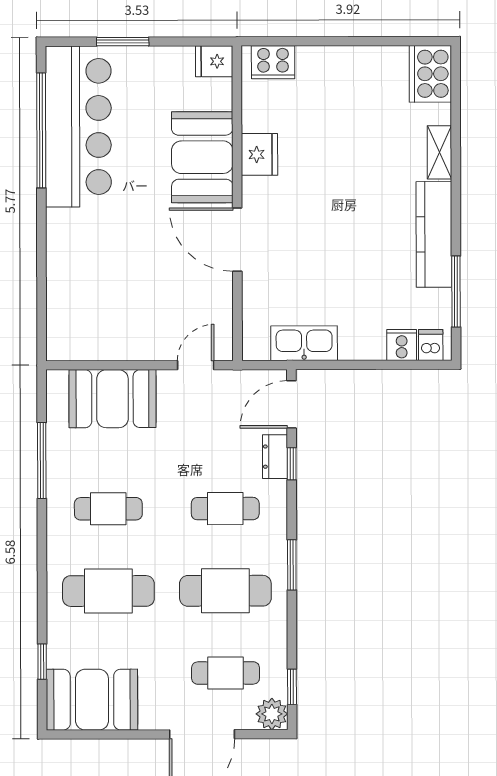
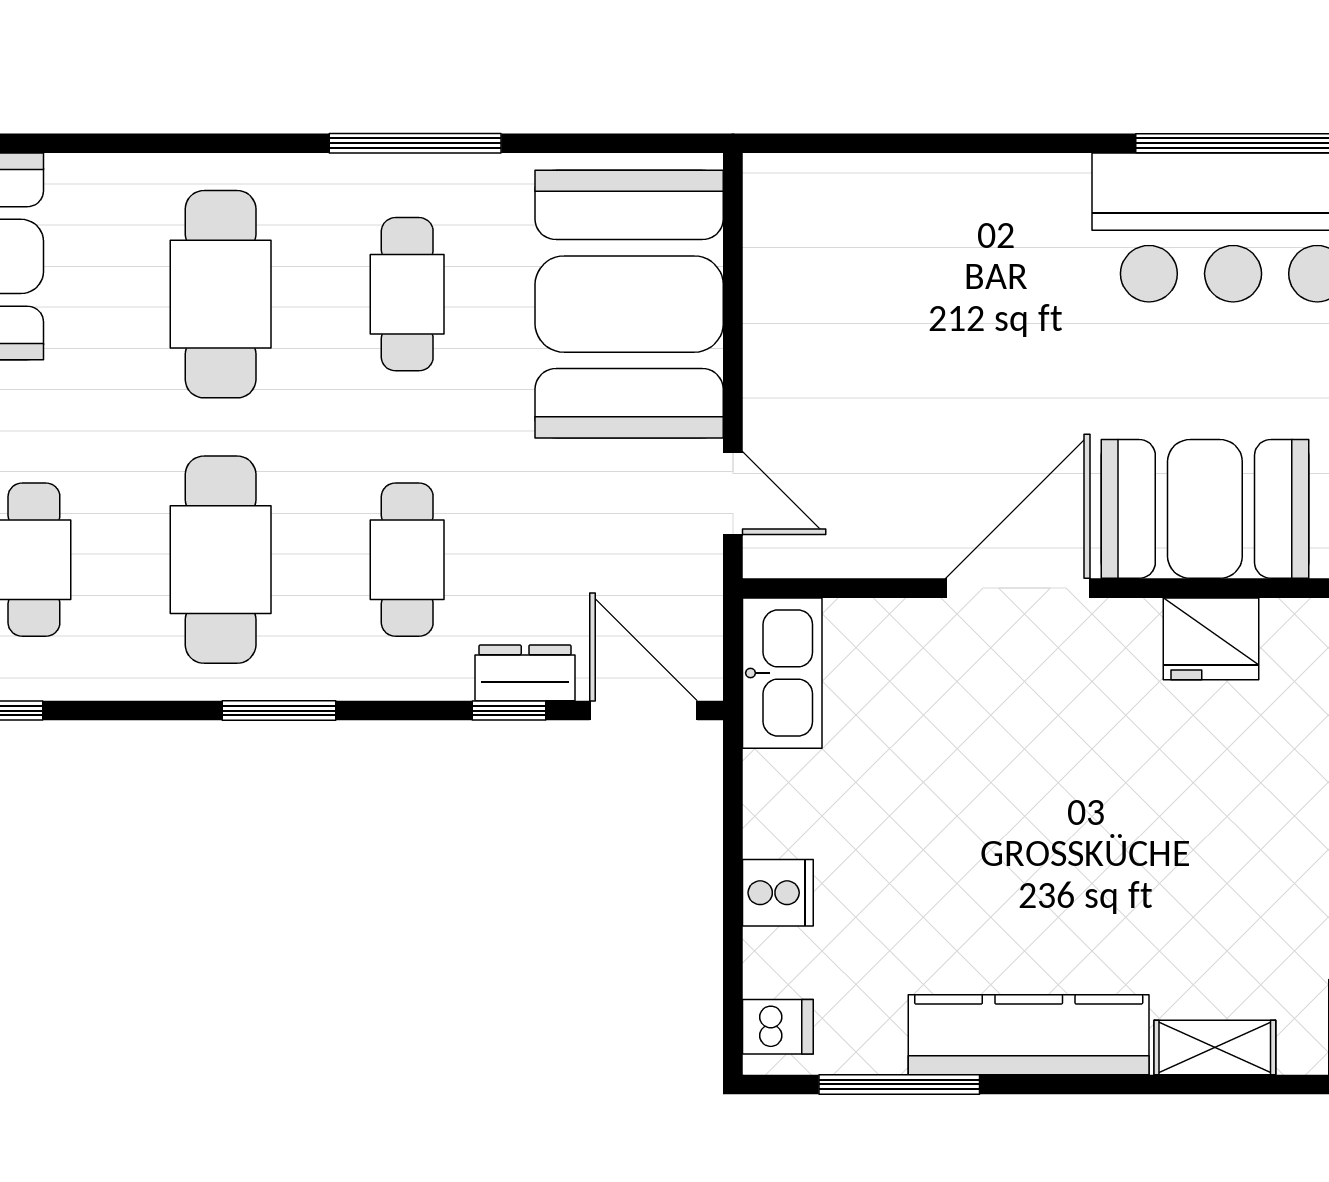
kitchen sink: (304, 343) -> (782, 673), moved
cooker: (402, 345) -> (778, 893), moved
booth: (112, 399) -> (629, 304), width x1.36, depth x1.42
window: (42, 461) -> (415, 143), moved
window: (42, 662) -> (61, 143), removed

